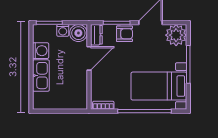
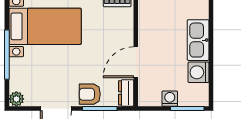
boiler: (78, 33) -> (149, 95), removed
plant: (176, 35) -> (16, 99), width x0.53, depth x0.53

